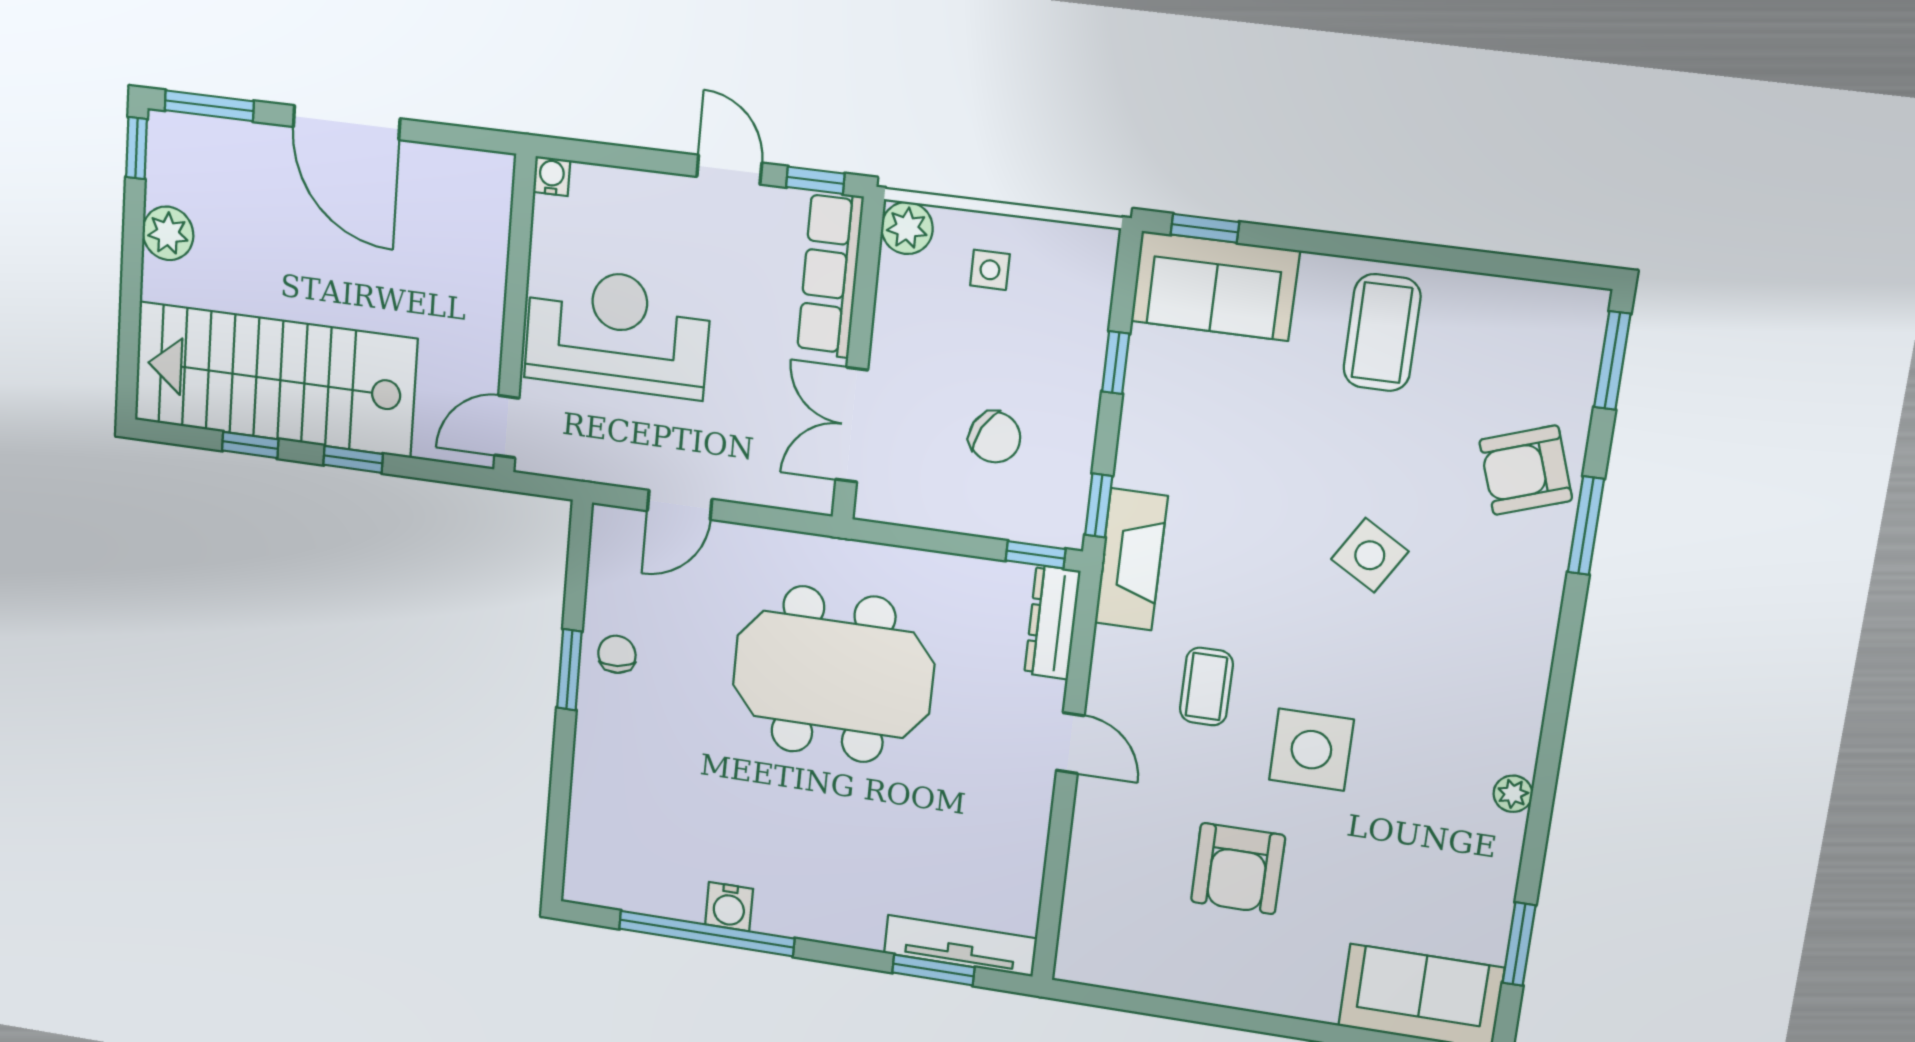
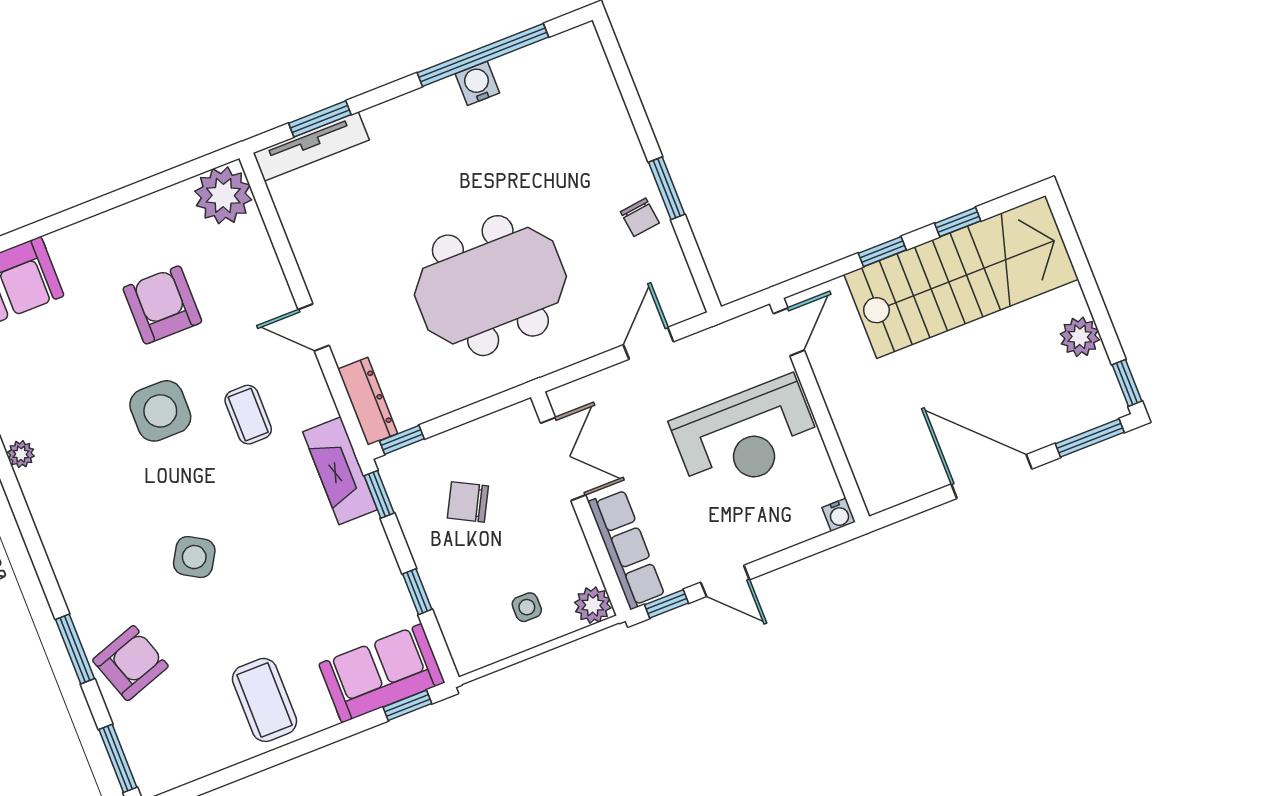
plant: (1095, 950) -> (223, 195), added

